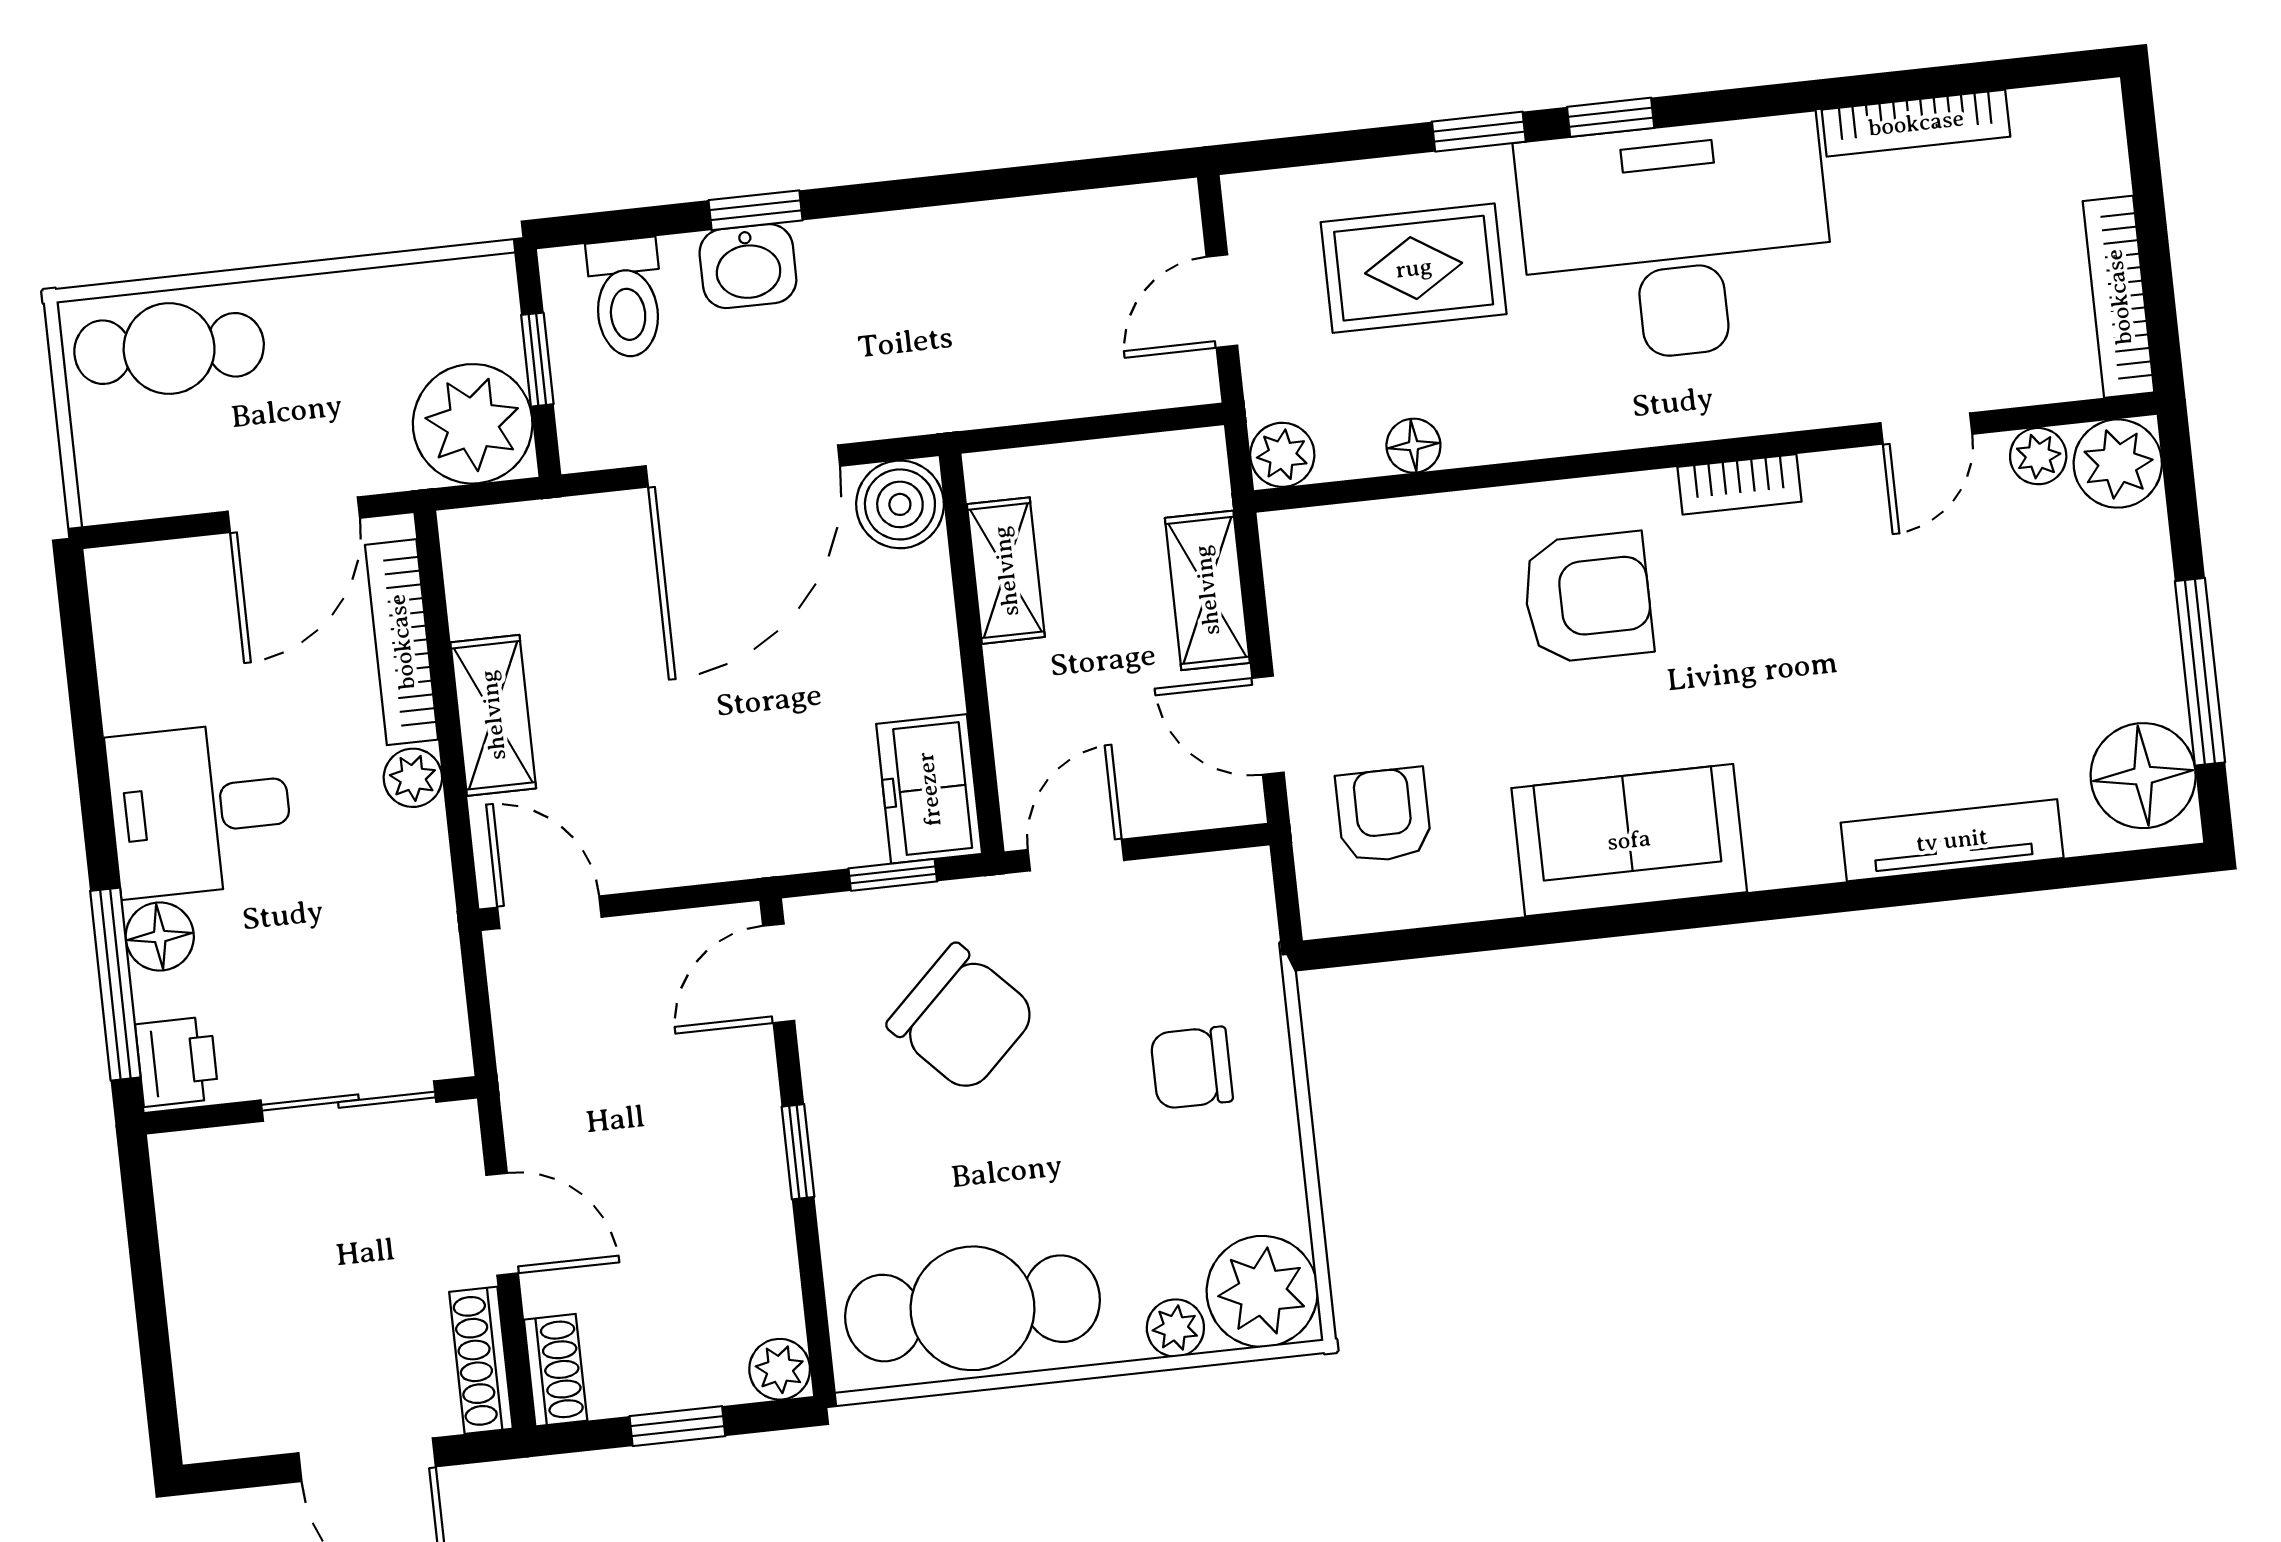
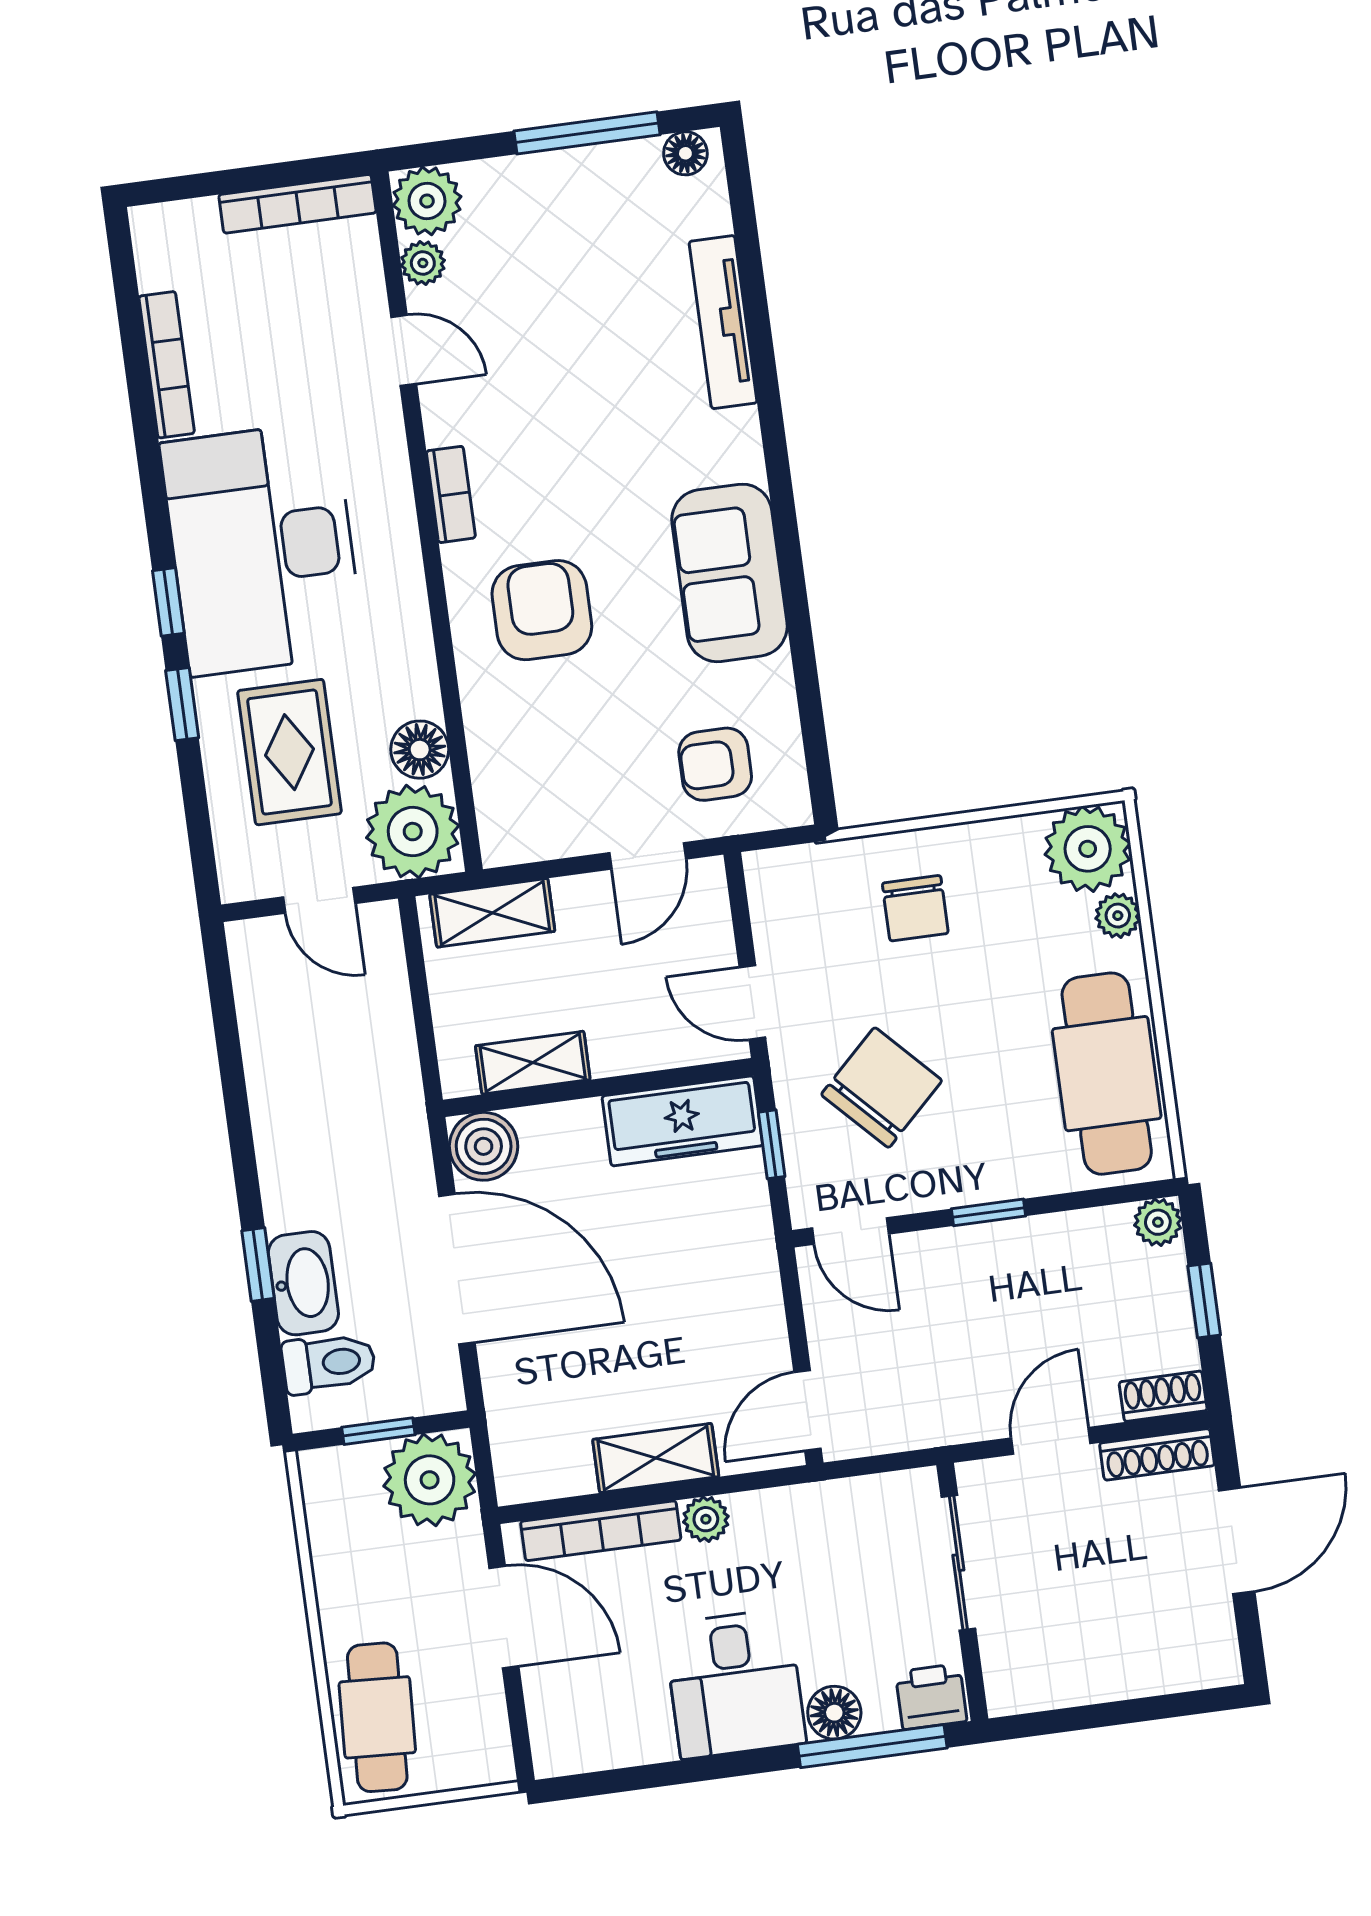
washbasin: (748, 266) -> (303, 1283), width x1.38
floor lamp: (1413, 446) -> (420, 750), width x1.37, depth x1.37
plant: (1282, 455) -> (413, 832), width x1.87, depth x1.87
shelving: (1207, 590) -> (492, 913), moved
floor lamp: (2143, 776) -> (685, 153), width x0.53, depth x0.53
freezer: (929, 789) -> (682, 1121), width x1.40

